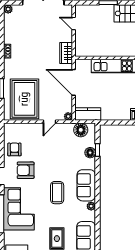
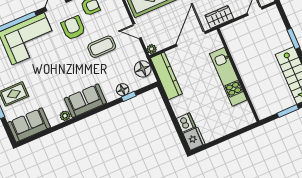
kitchen counter: (88, 114) -> (166, 76), width x1.50
coffee table: (57, 193) -> (102, 47), moved

